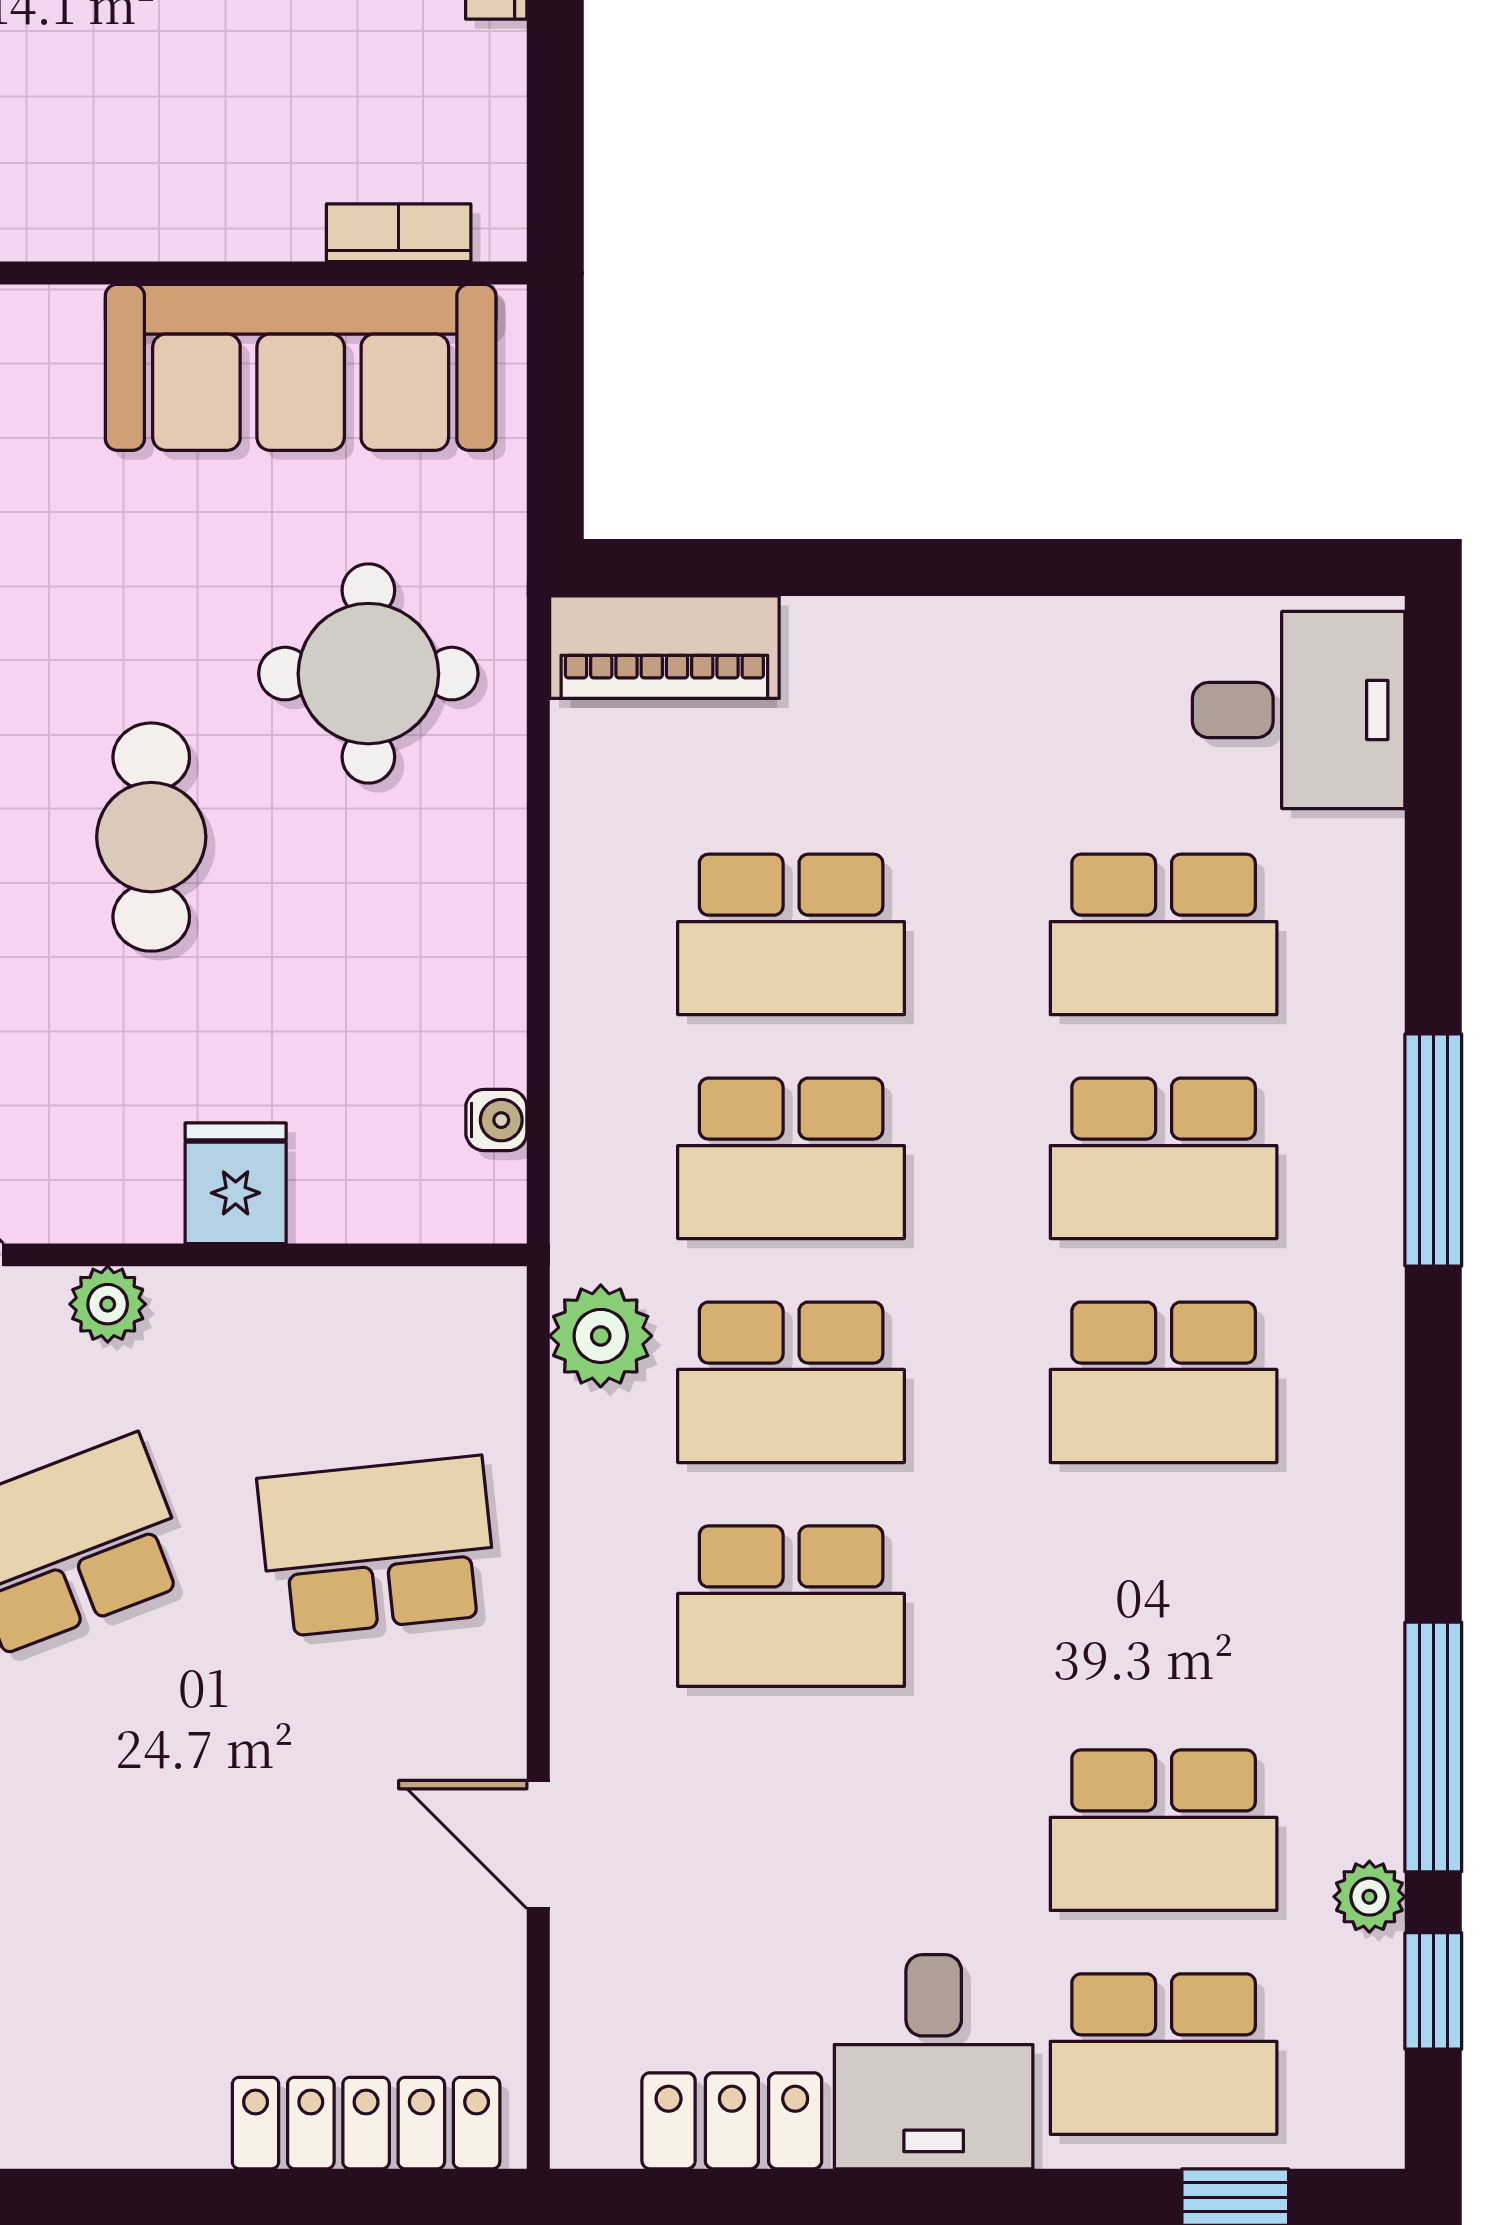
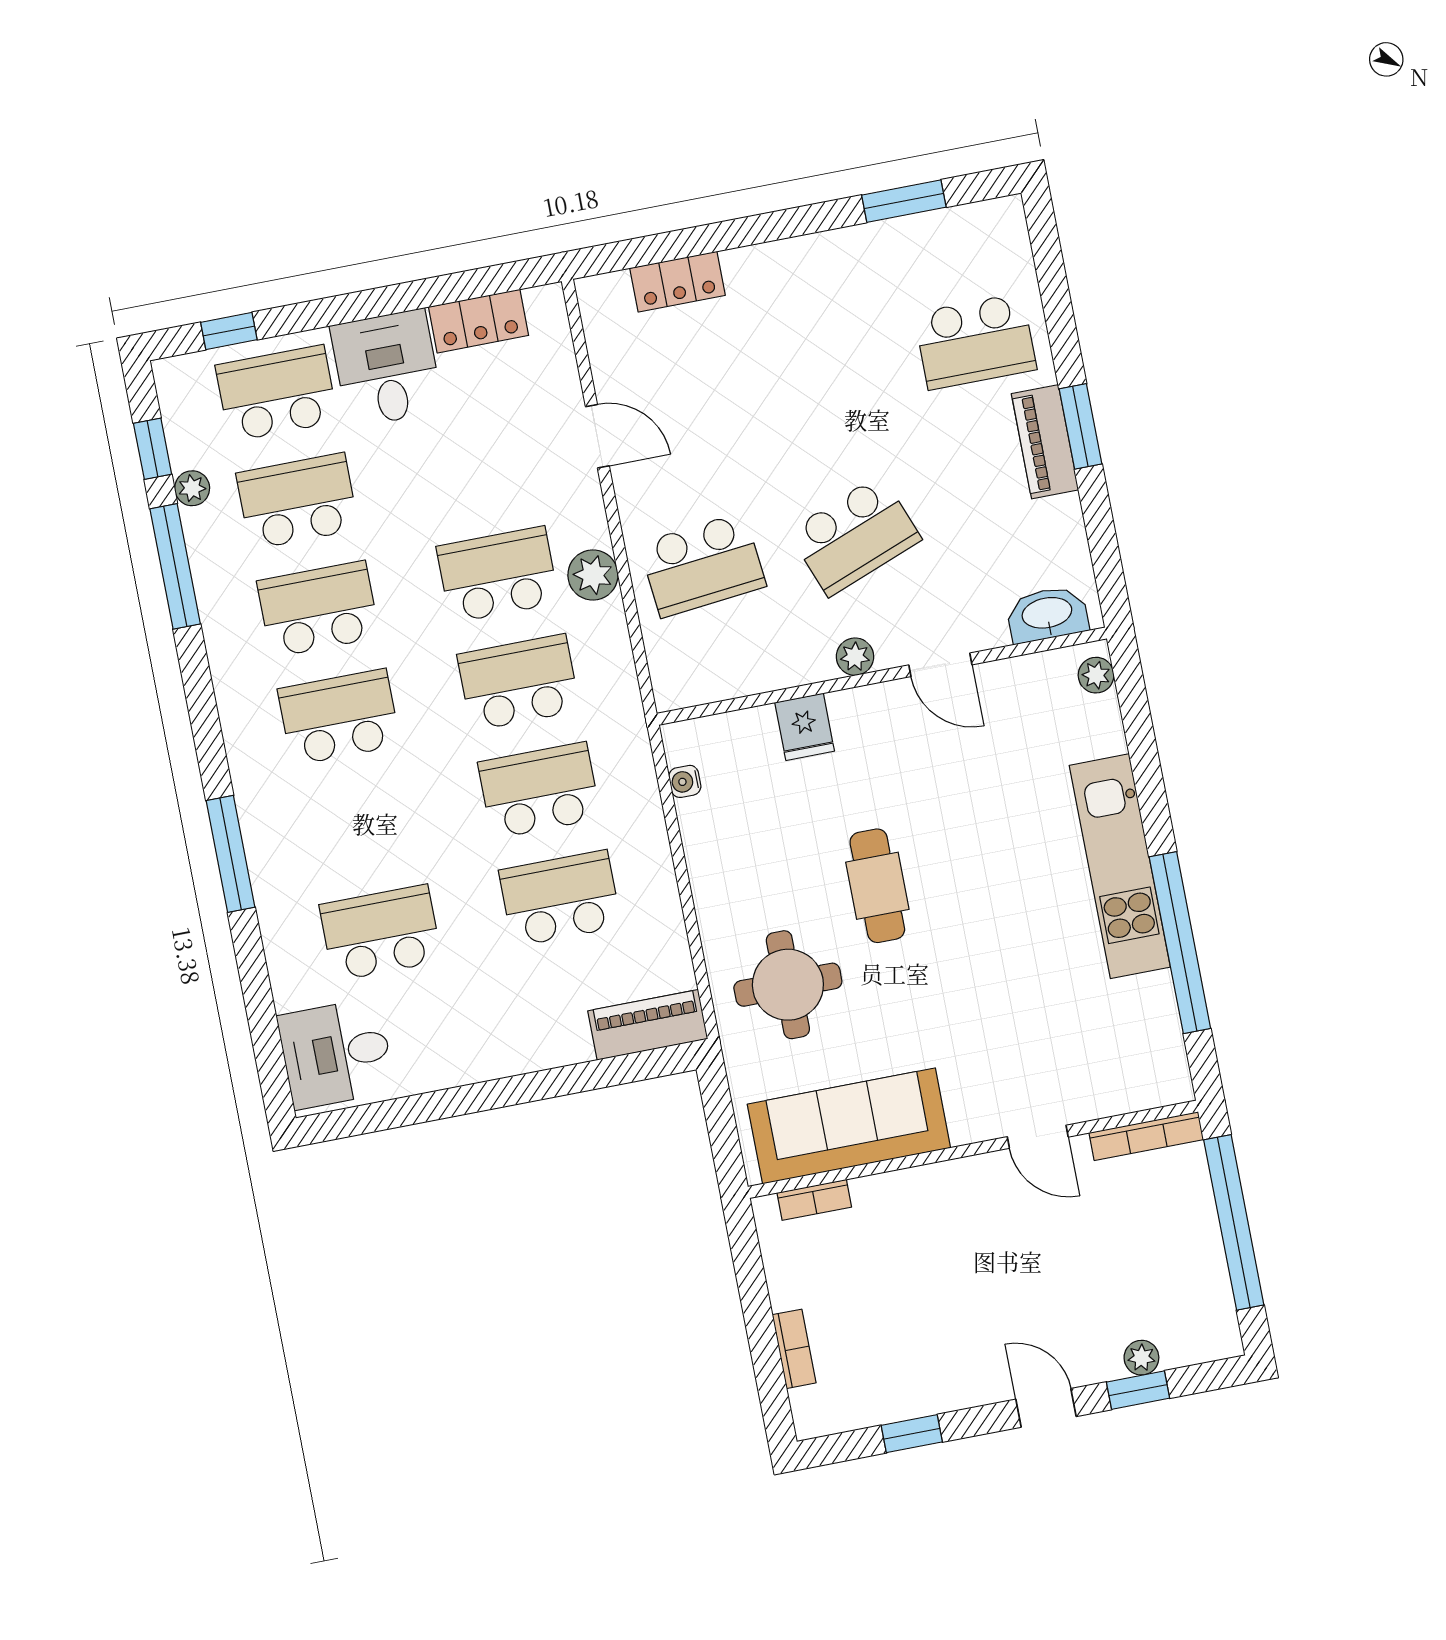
school desk: (1164, 1158) -> (318, 609), moved
plant: (601, 1336) -> (593, 575), moved
locker: (366, 2123) -> (677, 282), width x0.66

